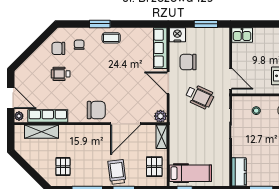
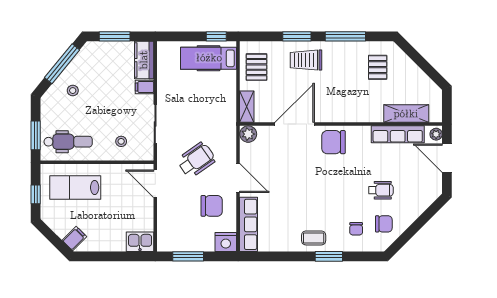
wheelchair: (200, 97) -> (196, 160), turned 120
filing cabinet: (239, 152) -> (144, 87), added
trolley: (117, 172) -> (306, 60), turned 97

